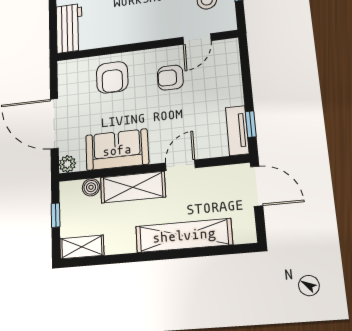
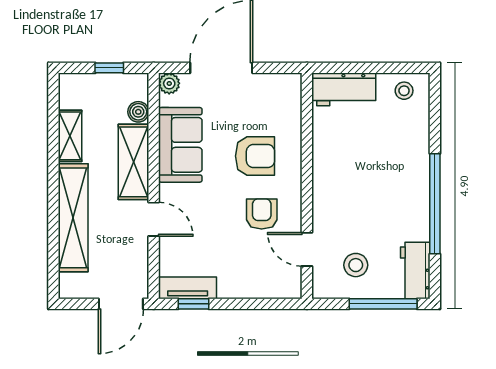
armchair: (112, 77) -> (255, 156), moved, turned 180
shelving: (82, 247) -> (70, 136), moved

